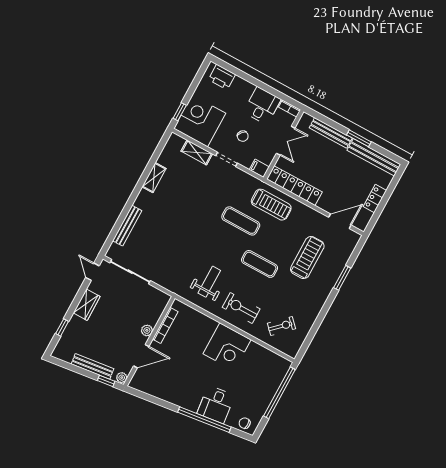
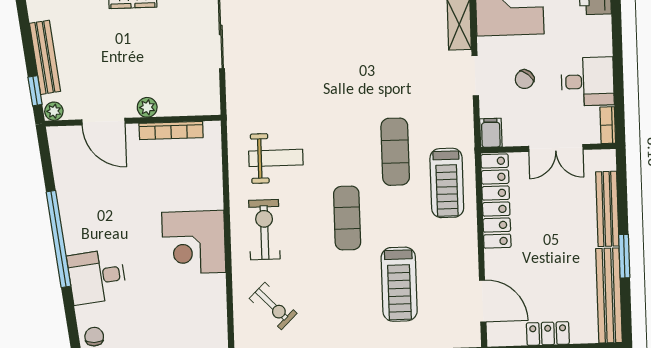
treadmill: (307, 258) -> (399, 284), turned 90
window: (204, 420) -> (58, 239), moved

